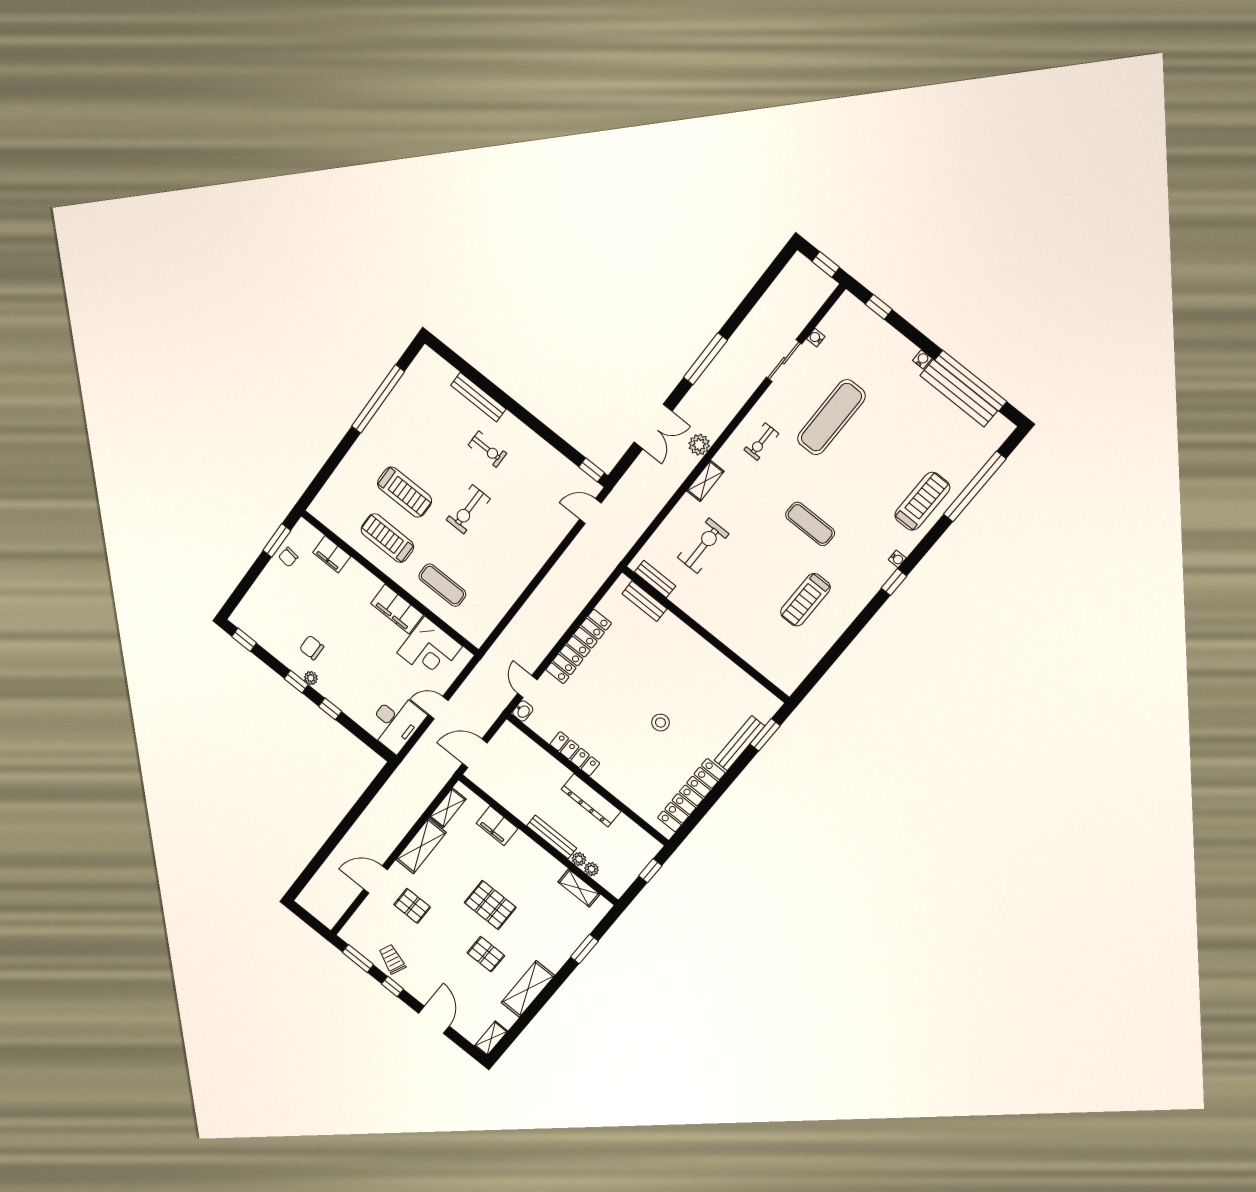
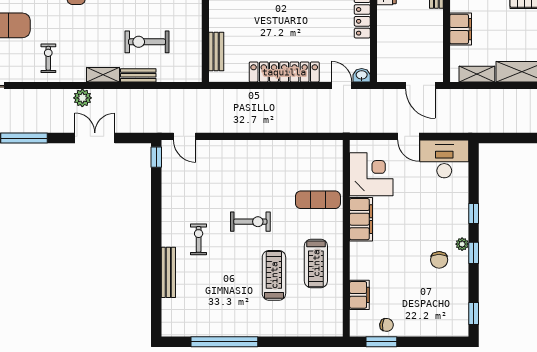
exercise bike: (761, 442) -> (48, 58), turned -90
bench: (655, 579) -> (138, 75), moved, turned 90
exercise mat: (442, 585) -> (318, 200), turned 90
door: (527, 687) -> (341, 85), swing flipped

